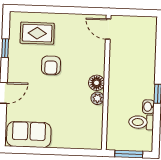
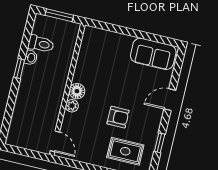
armchair: (51, 65) -> (118, 117), turned 90
plant: (97, 98) -> (72, 106), moved

